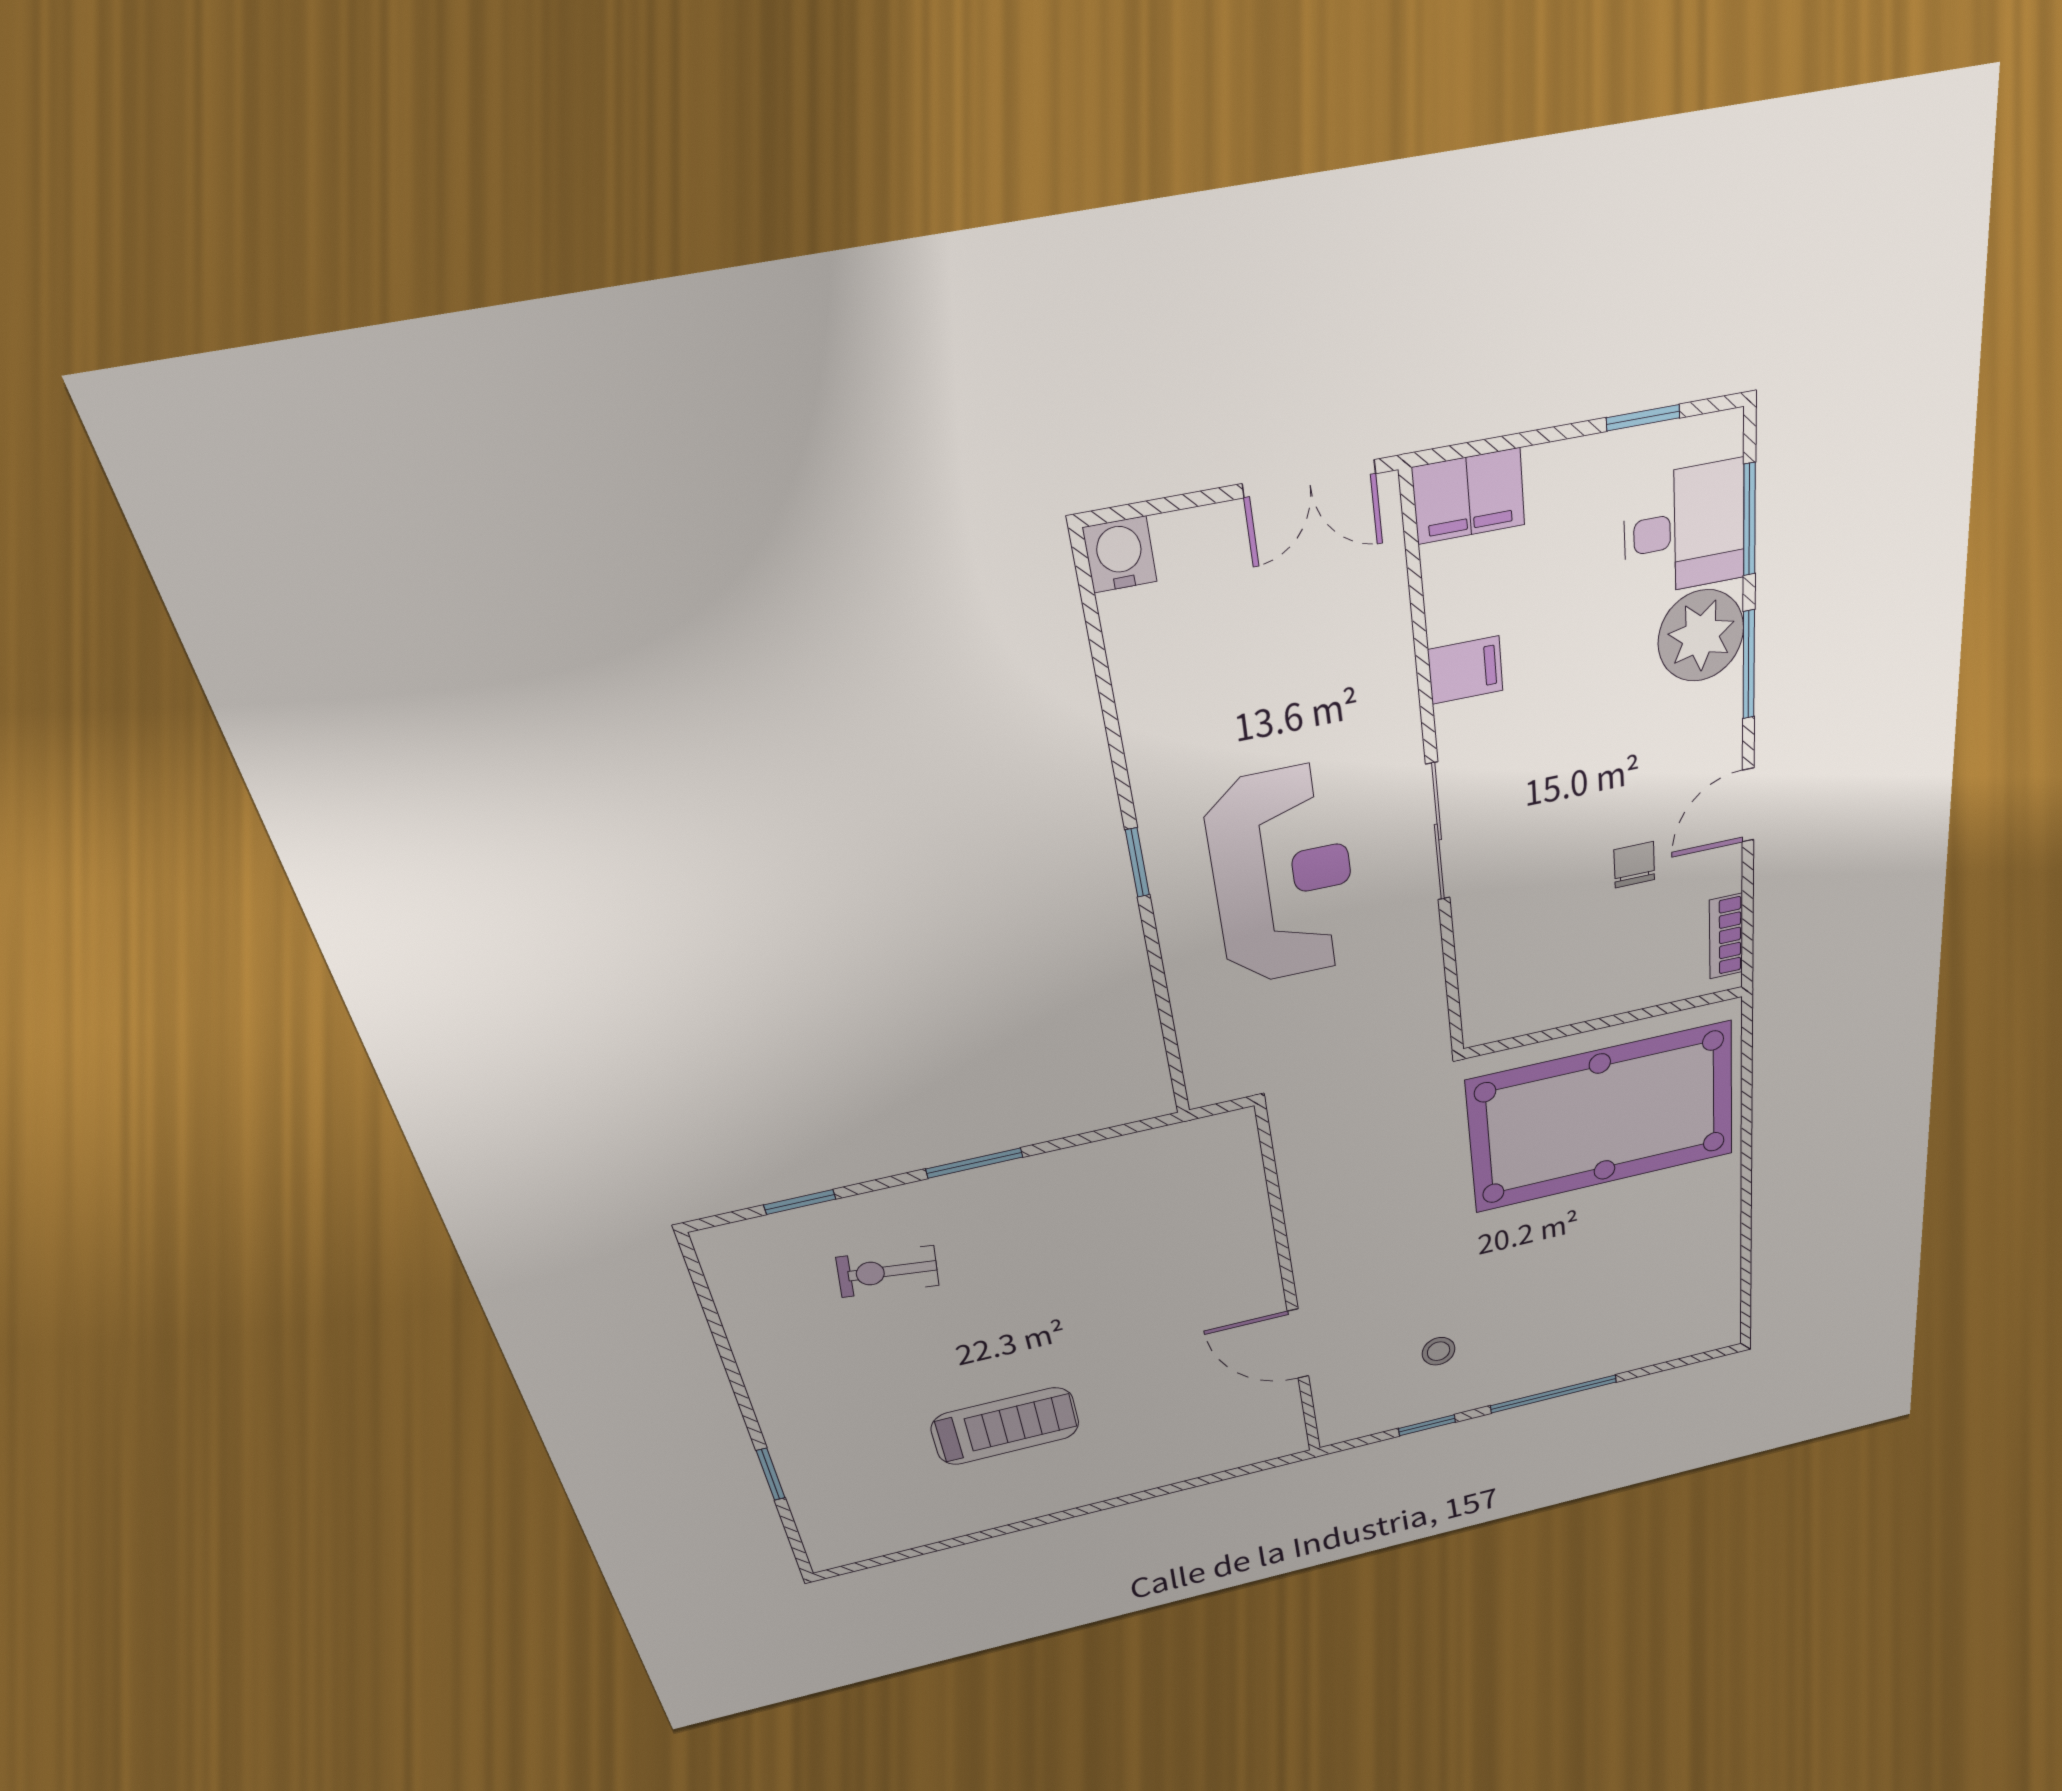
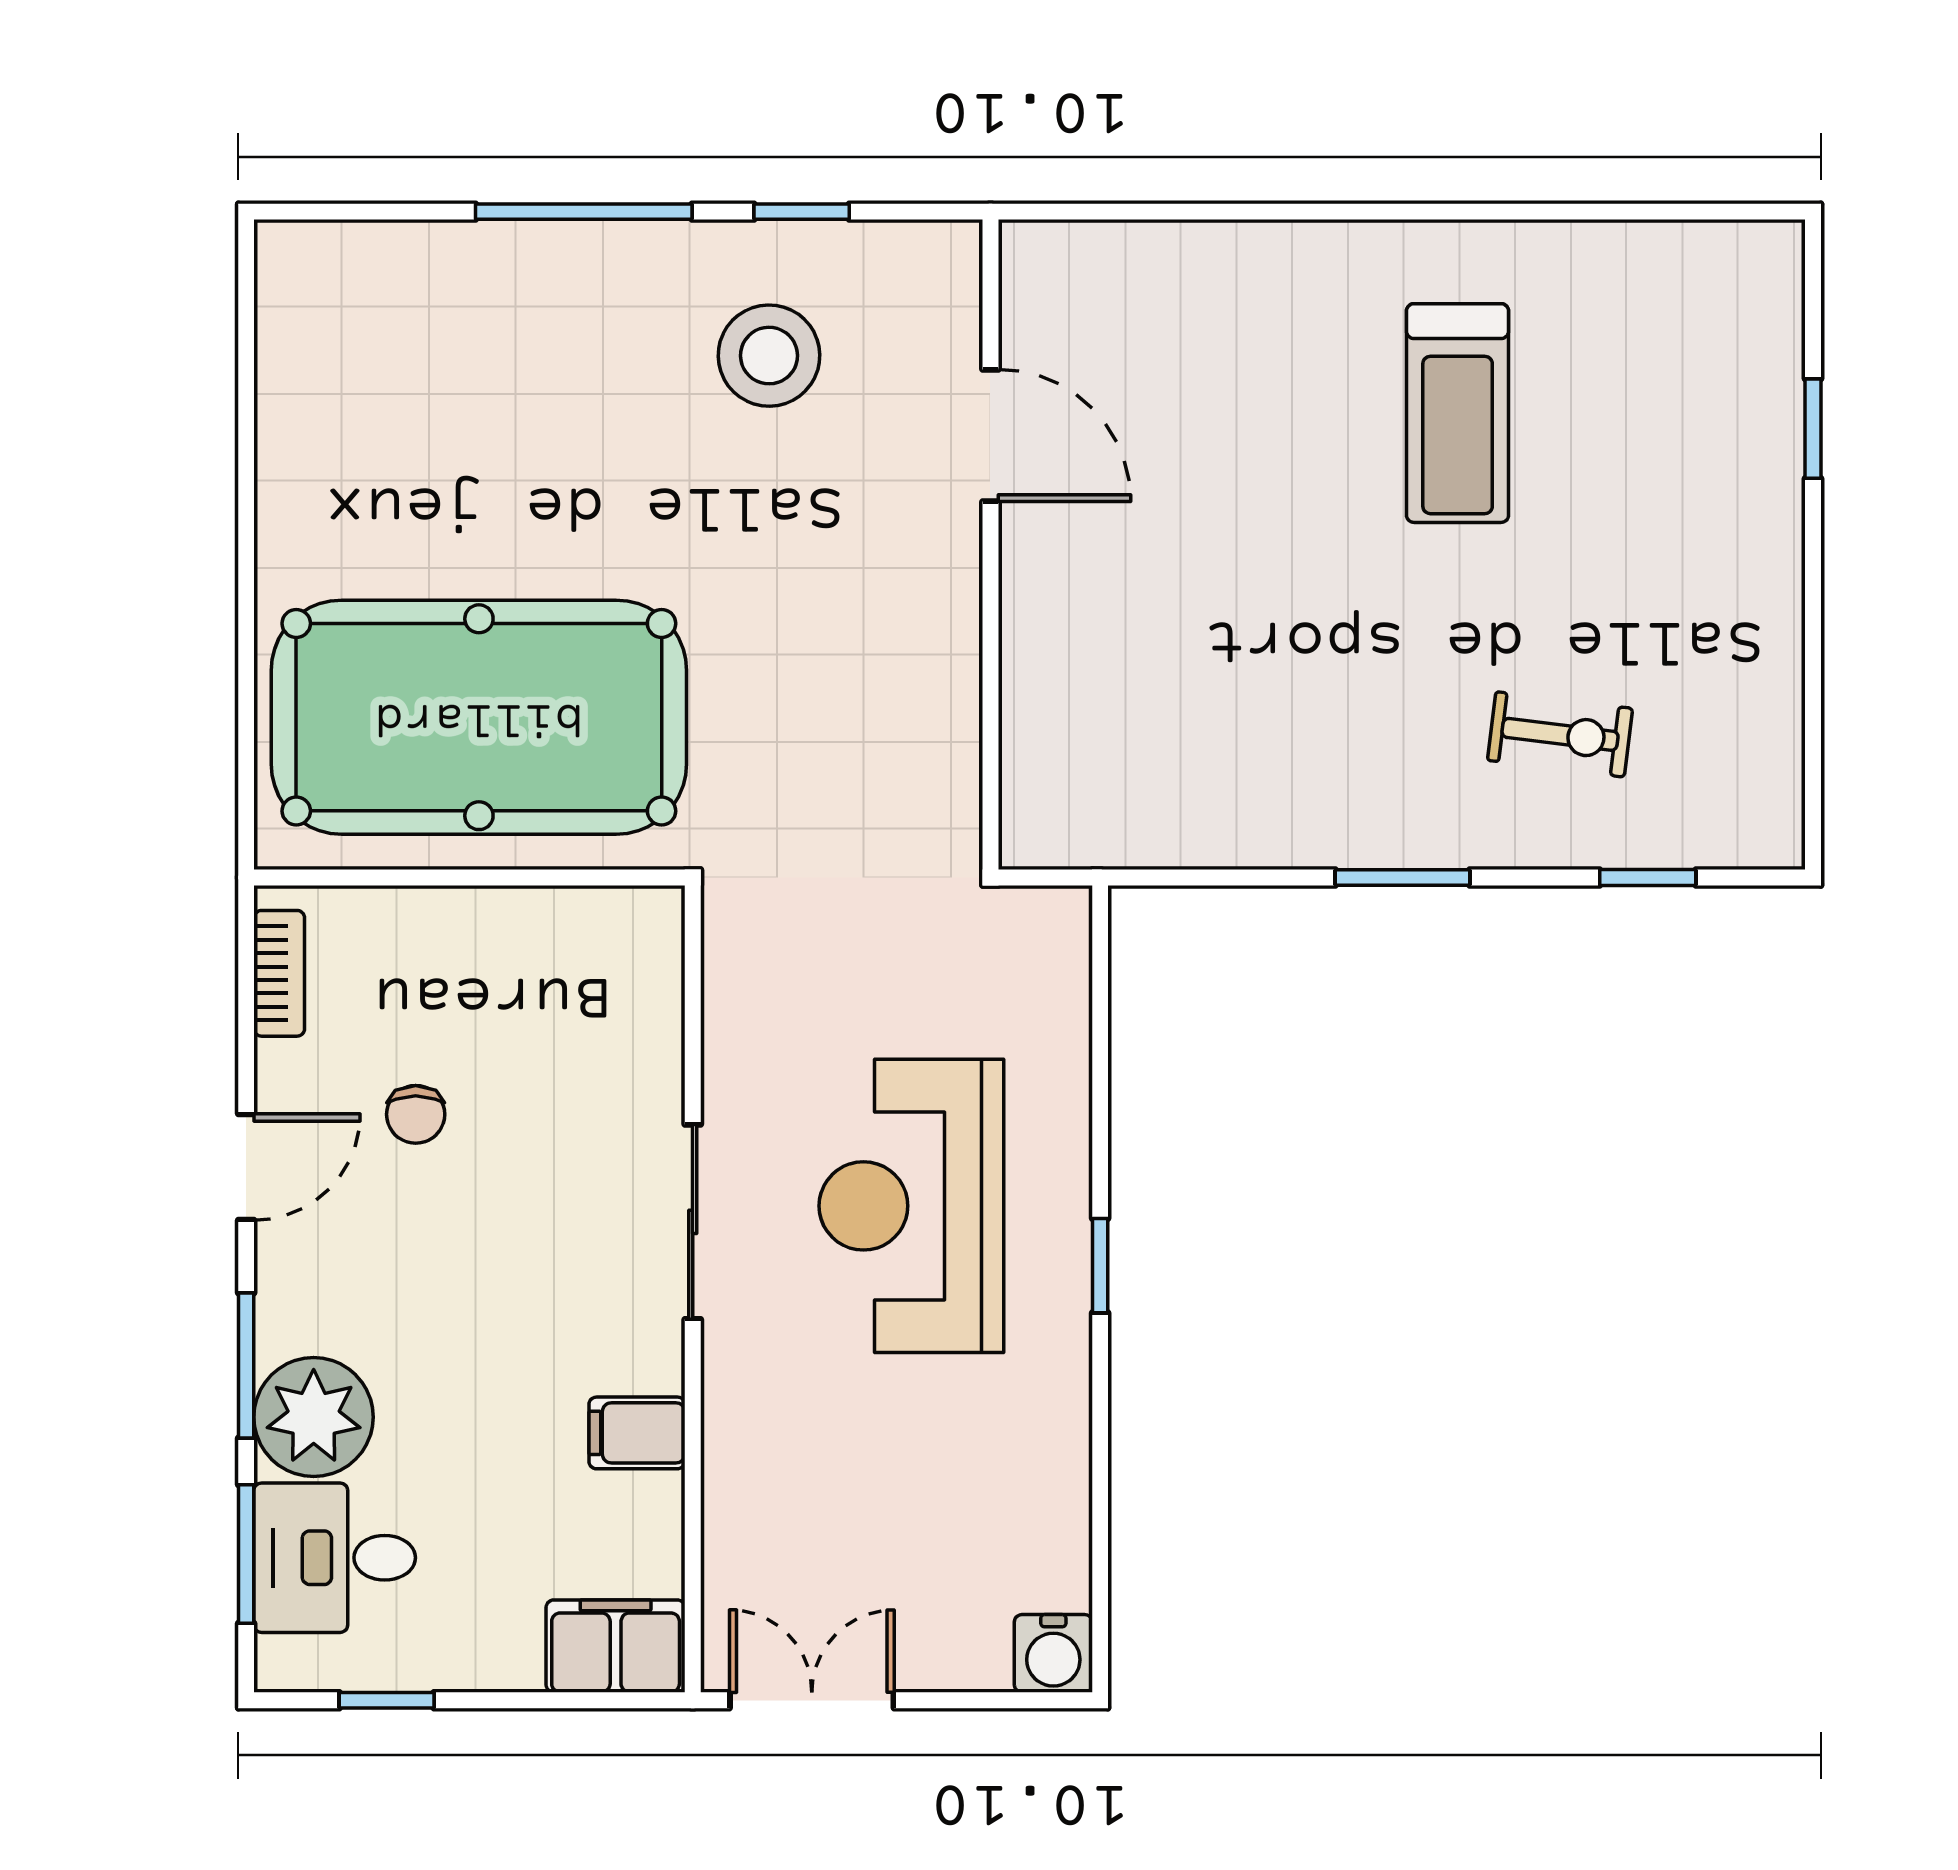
stool: (1439, 1351) -> (769, 356), width x1.89, depth x1.89
treadmill: (1005, 1426) -> (1458, 413), turned -90

